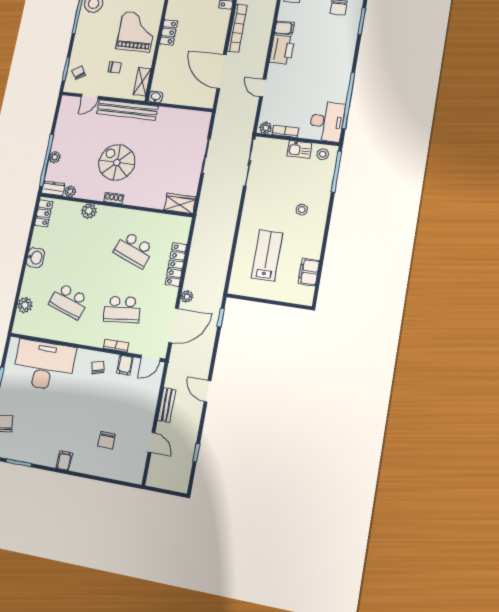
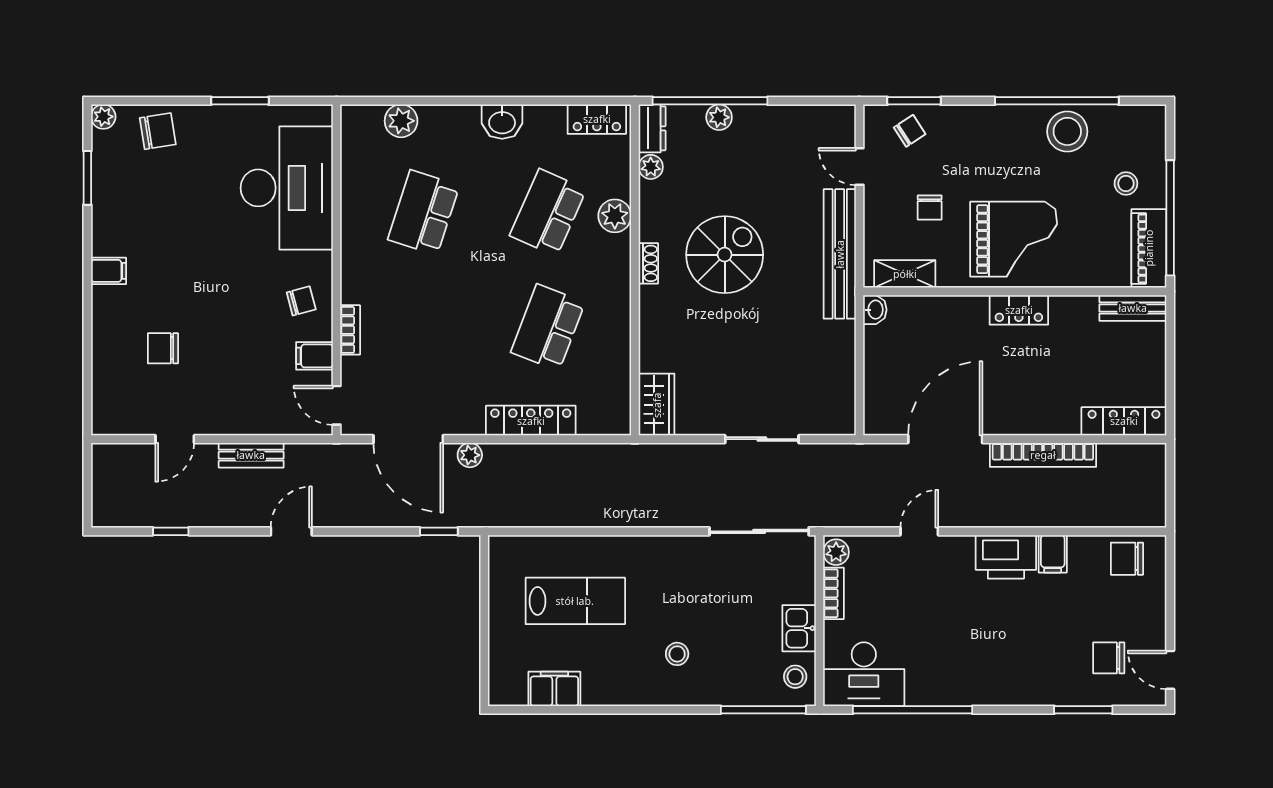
school desk: (122, 310) -> (548, 212), moved, turned 30

